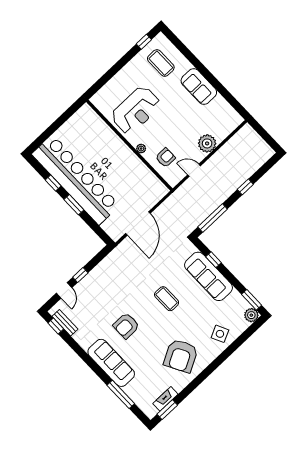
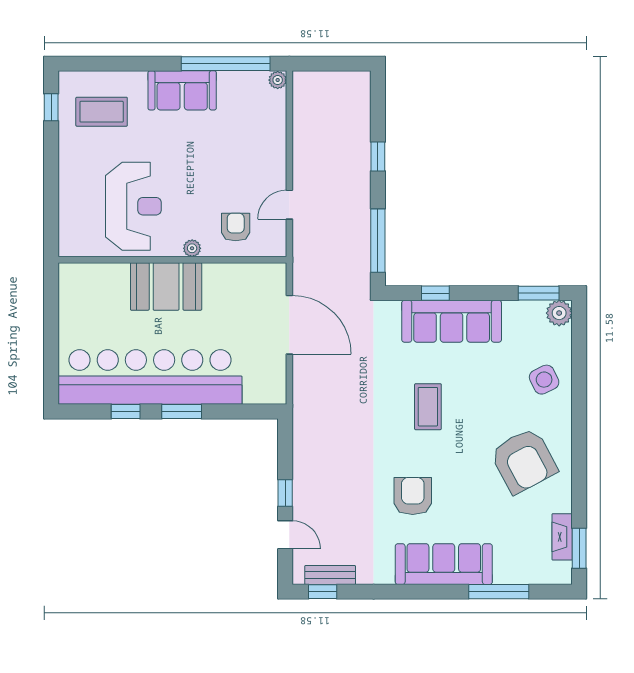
window: (225, 94) -> (226, 64), added
plant: (207, 143) -> (278, 80), moved, width x0.53, depth x0.53
booth: (117, 153) -> (166, 286), added
door: (138, 223) -> (289, 325), moved
coffee table: (167, 299) -> (428, 407), turned 90
armchair: (126, 326) -> (413, 496), turned 180

